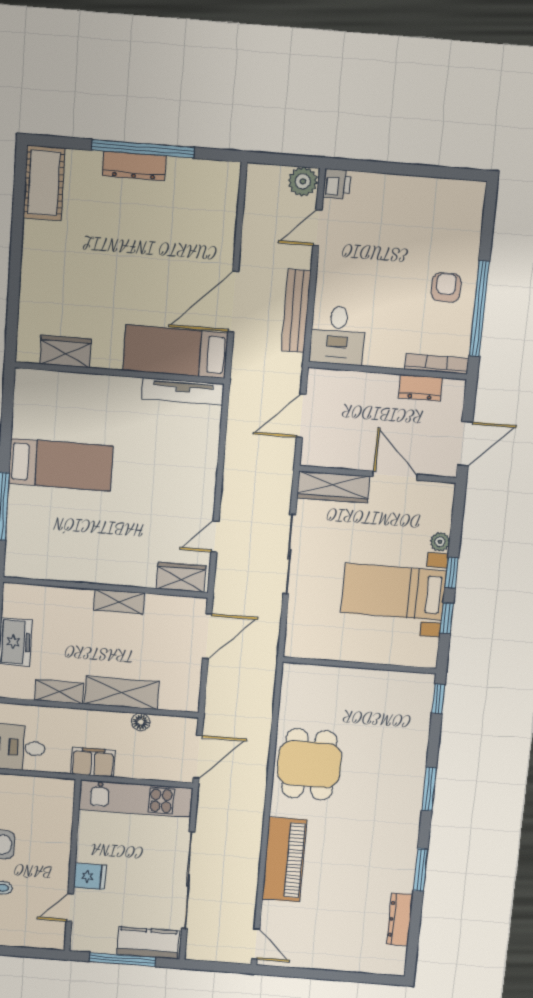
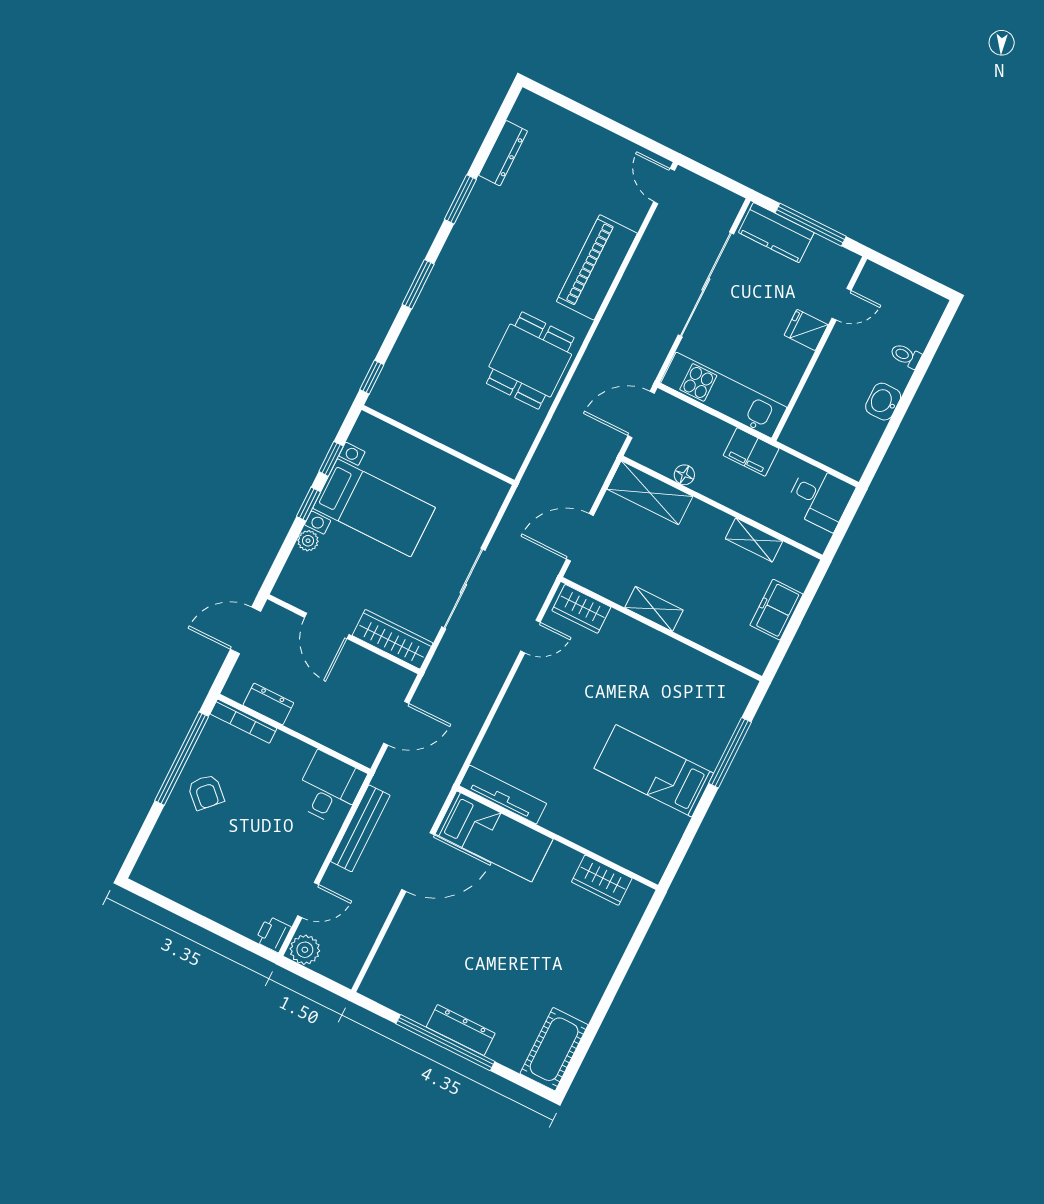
armchair: (446, 287) -> (206, 792), turned -46
shelving: (122, 693) -> (650, 493), moved

